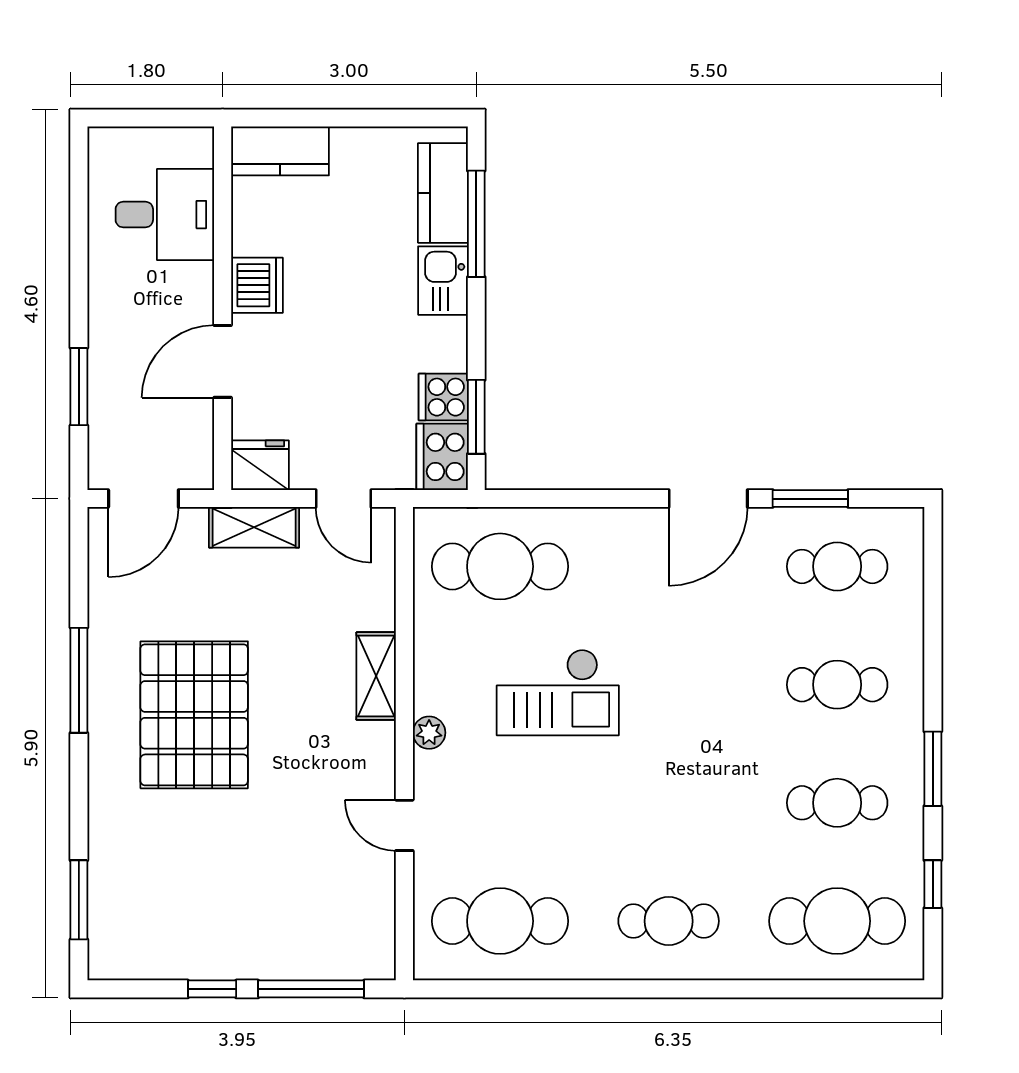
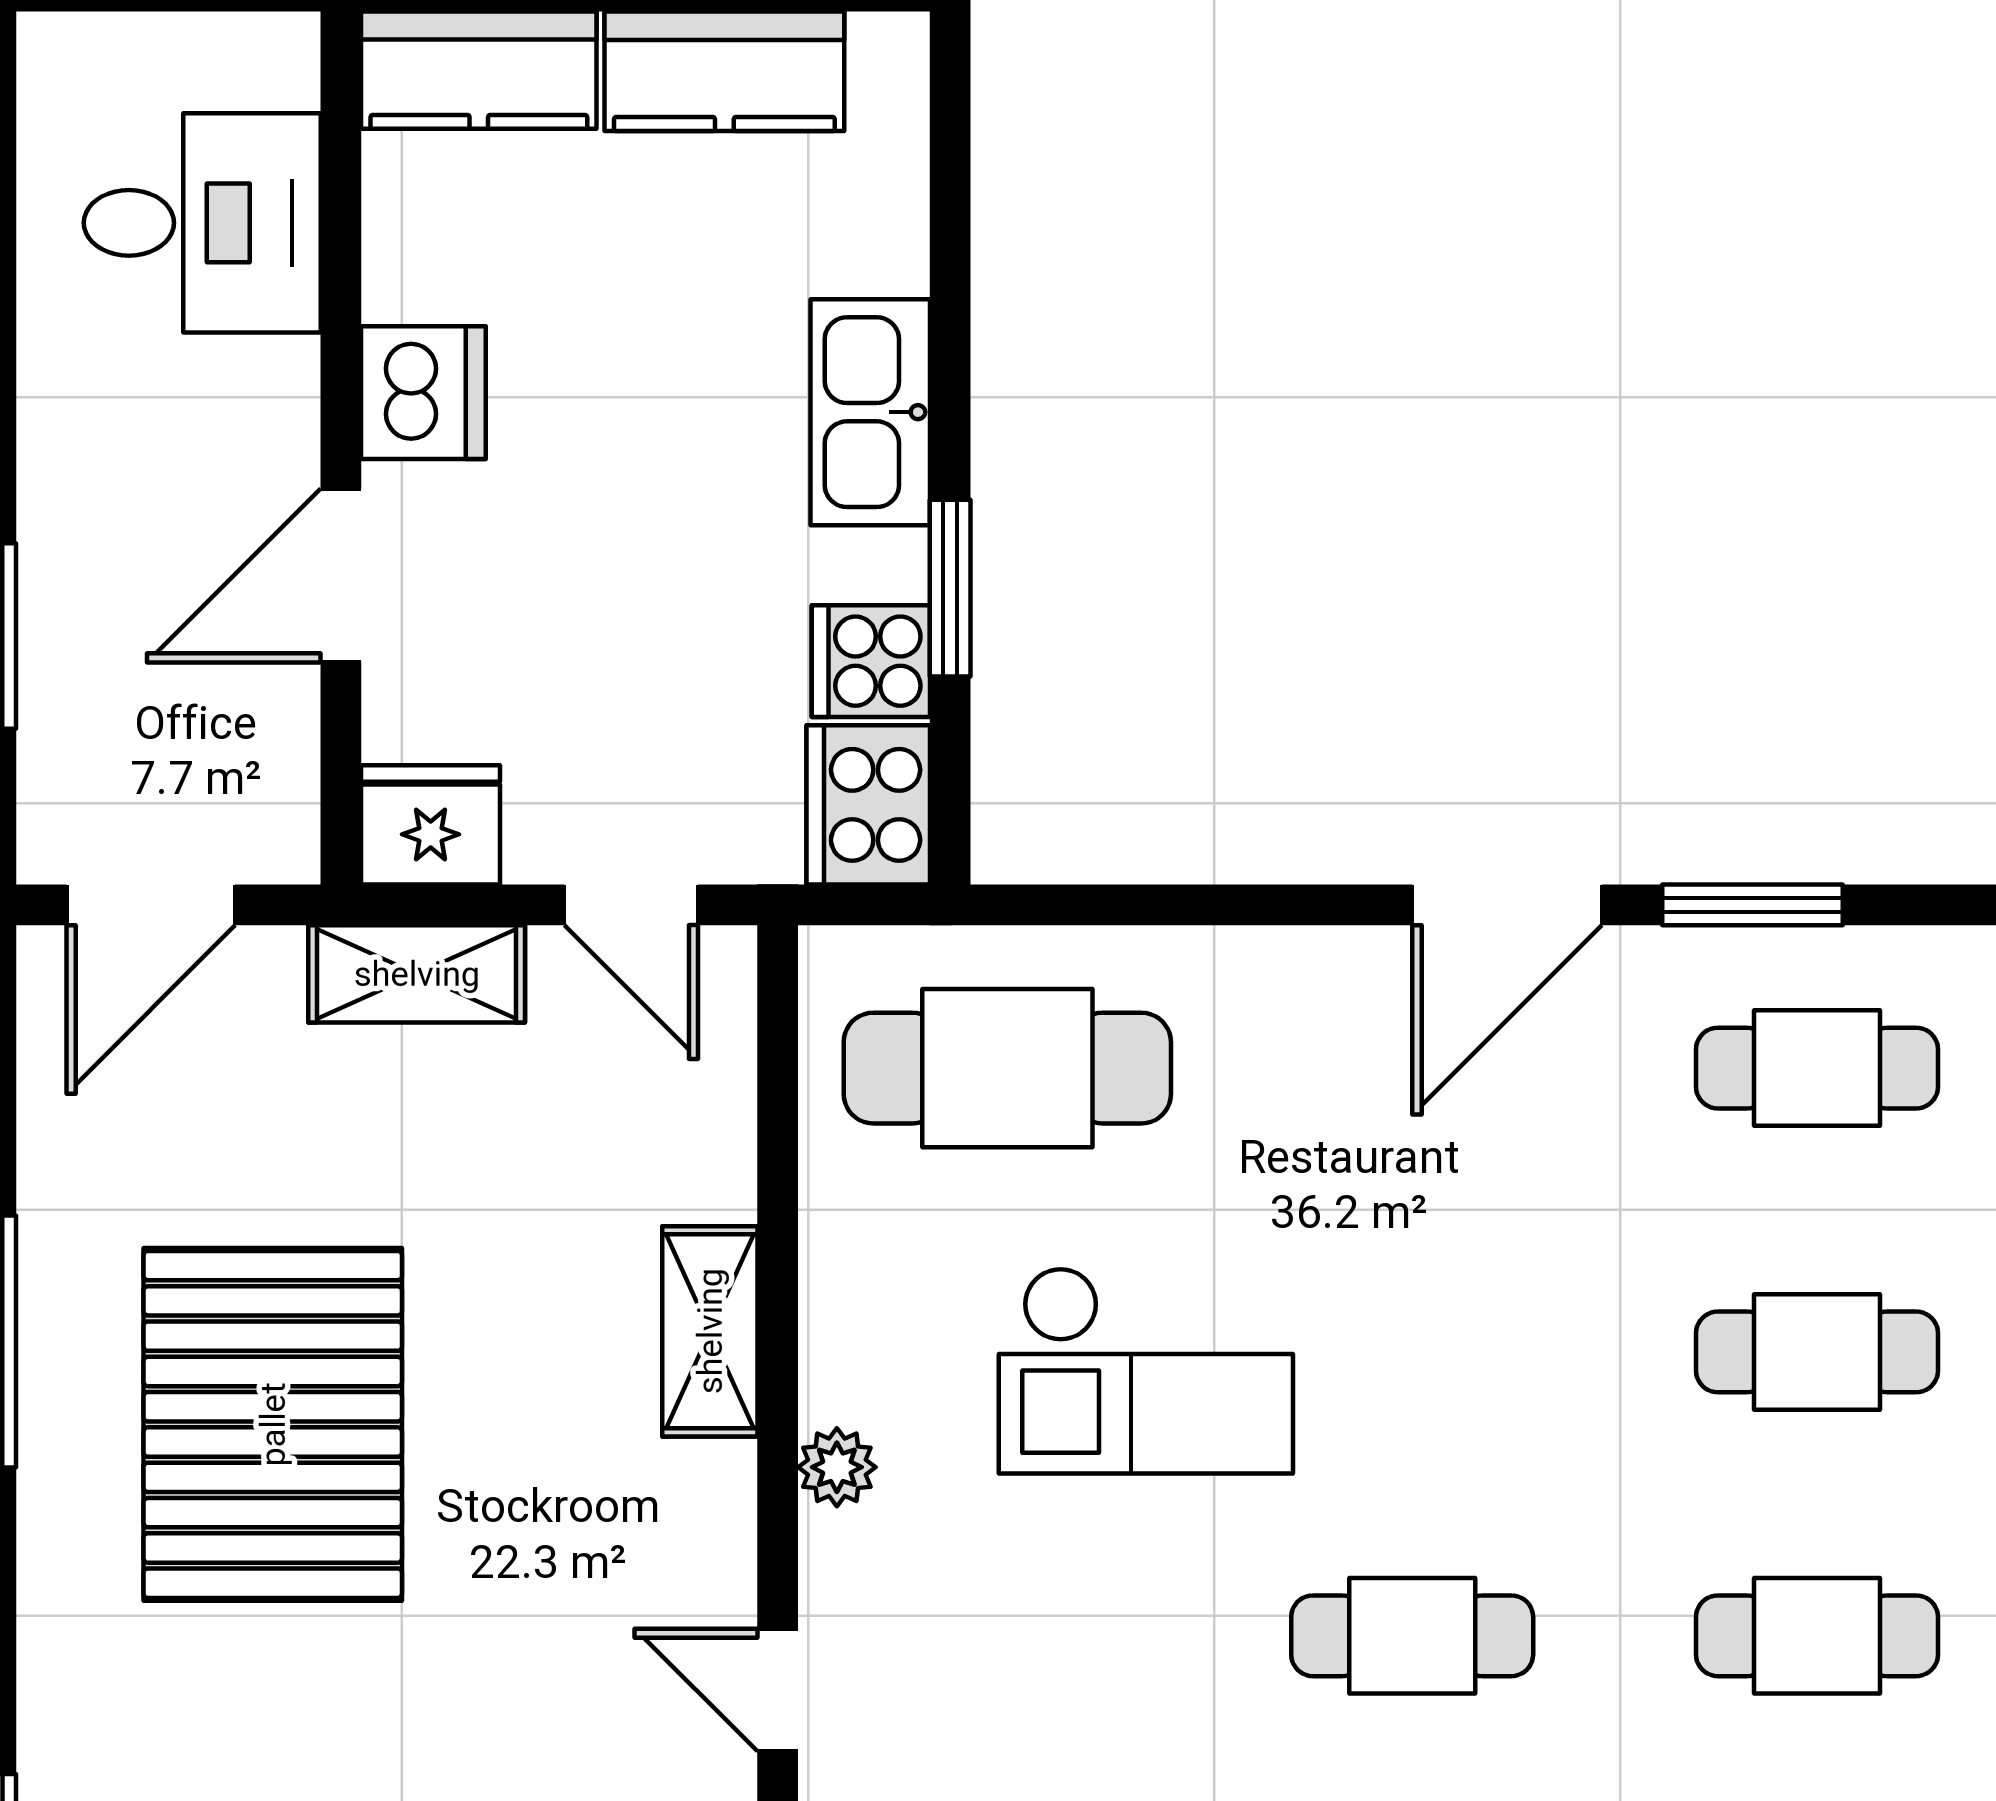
kitchen counter: (443, 193) -> (724, 71), moved, turned -90
window: (476, 224) -> (950, 245), removed
kitchen sink: (443, 281) -> (870, 412), width x1.38
window: (476, 417) -> (950, 588), moved
cafe table: (669, 803) -> (1412, 1636), added

